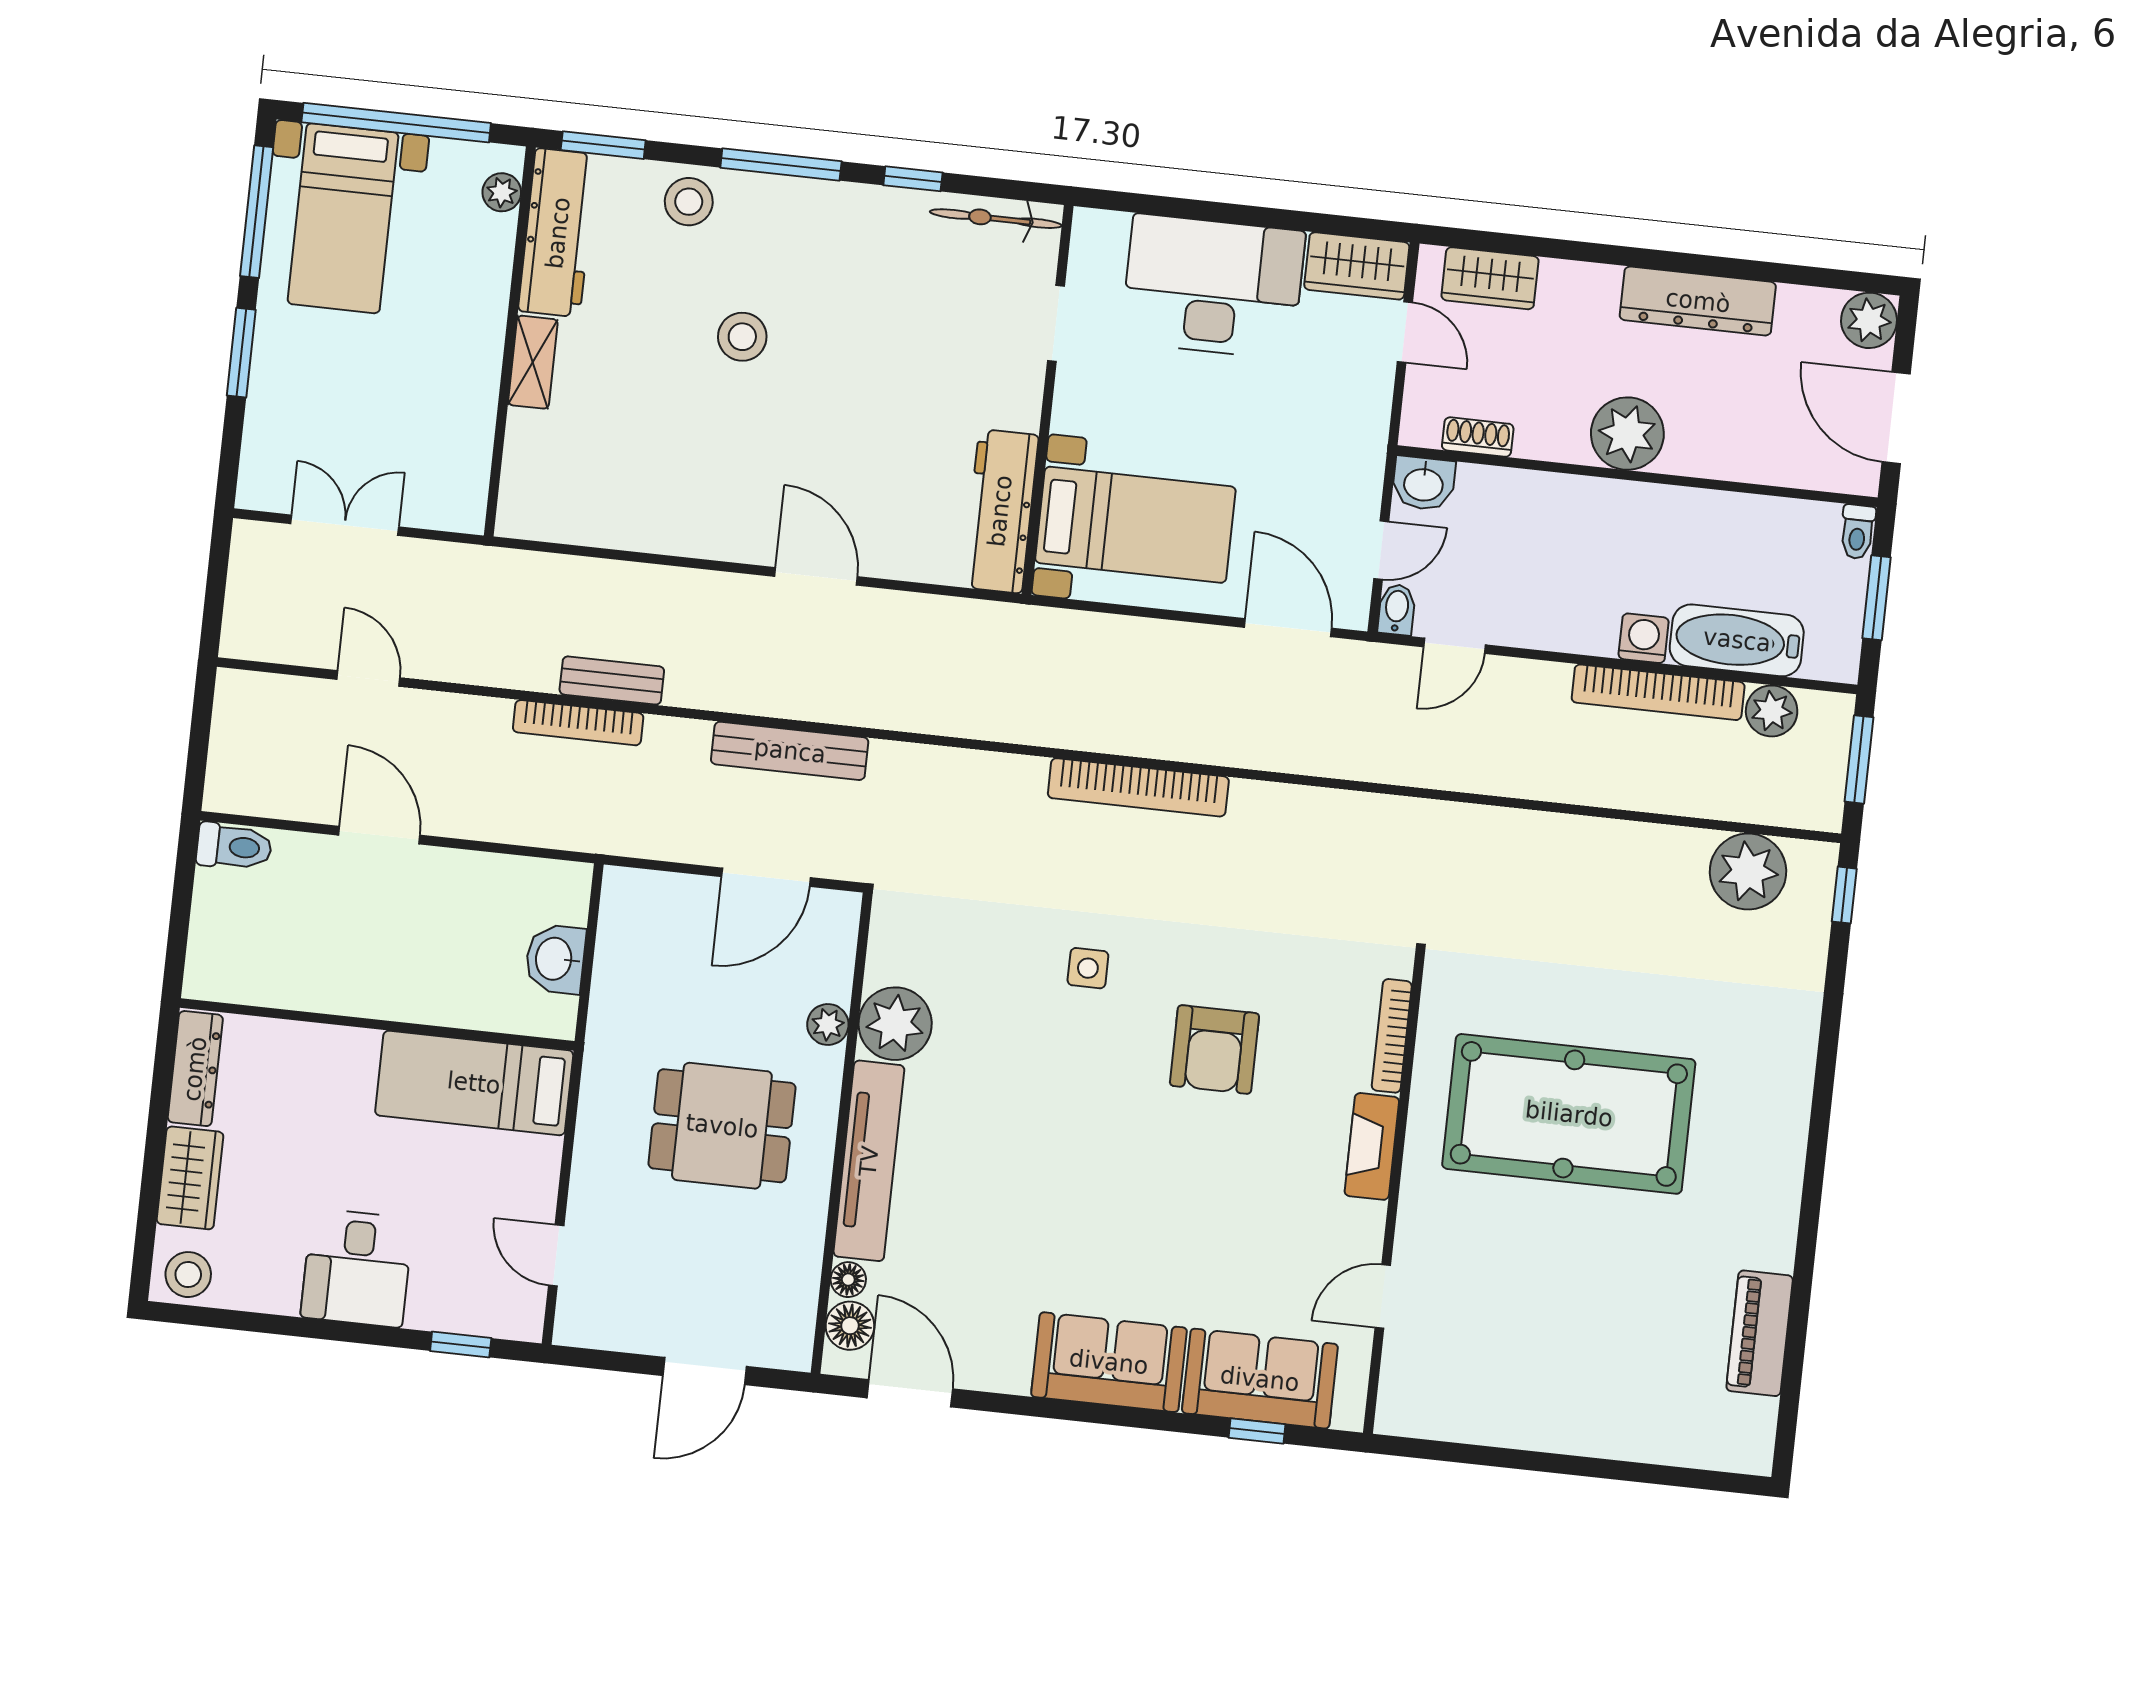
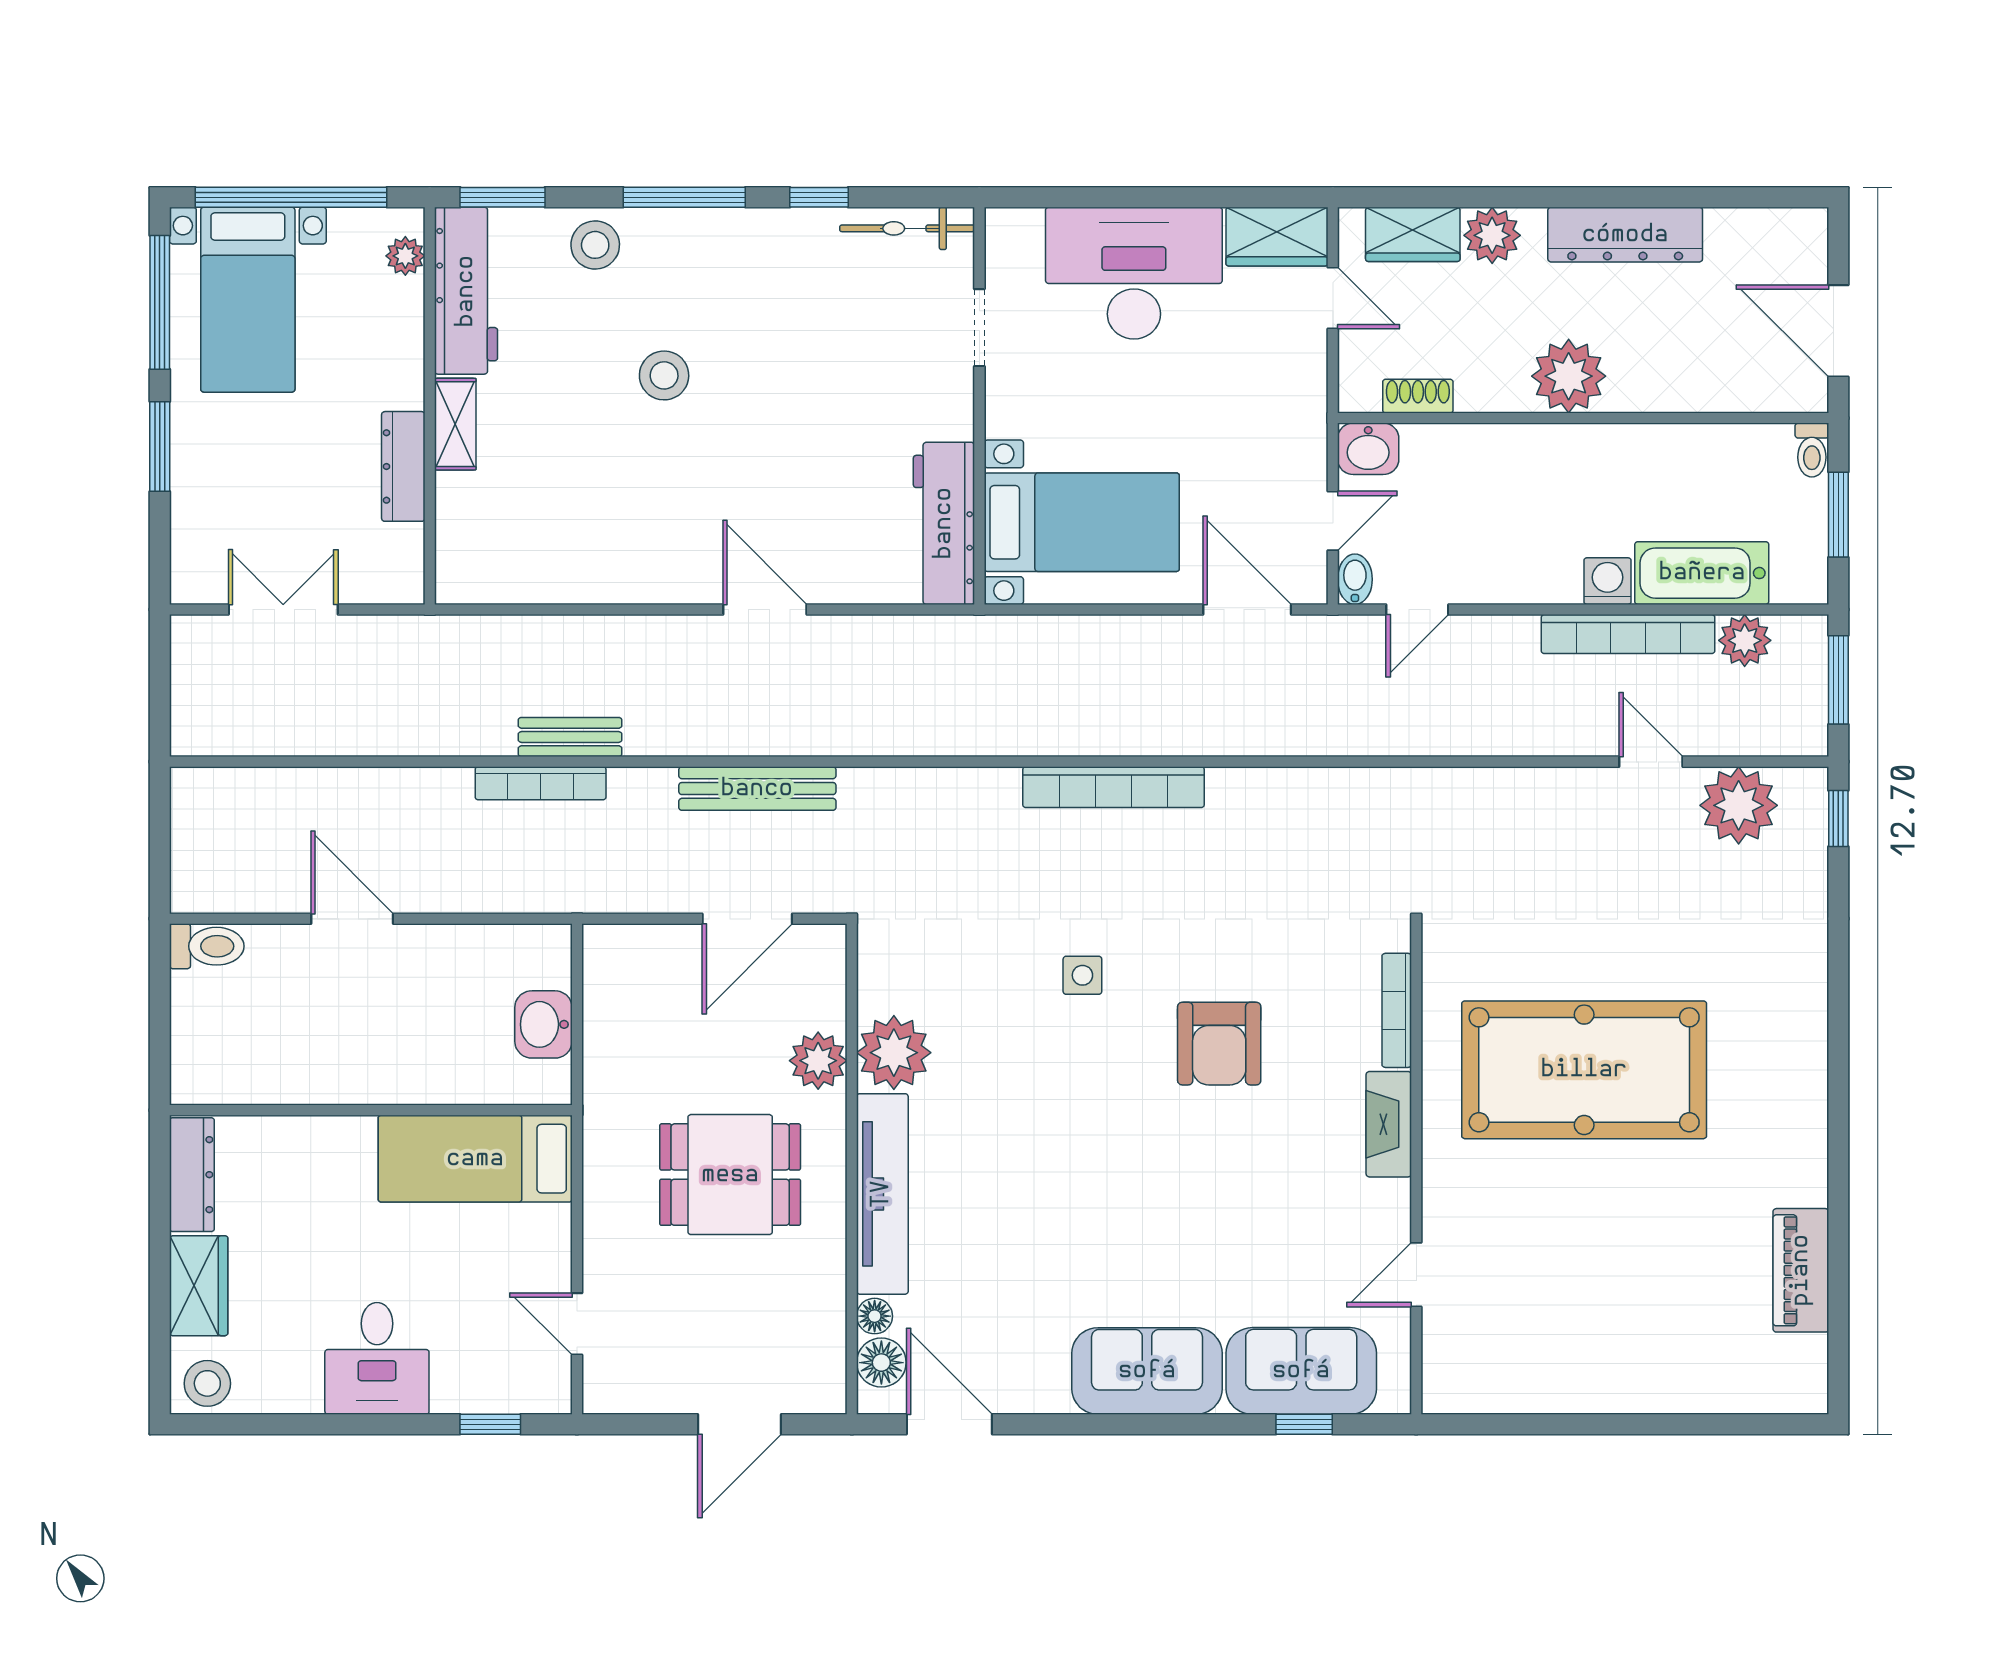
plant: (1869, 320) -> (1492, 235), moved
dresser: (477, 398) -> (403, 466), added
door: (368, 678) -> (1651, 762), moved
plant: (828, 1024) -> (818, 1061), width x1.38, depth x1.38

